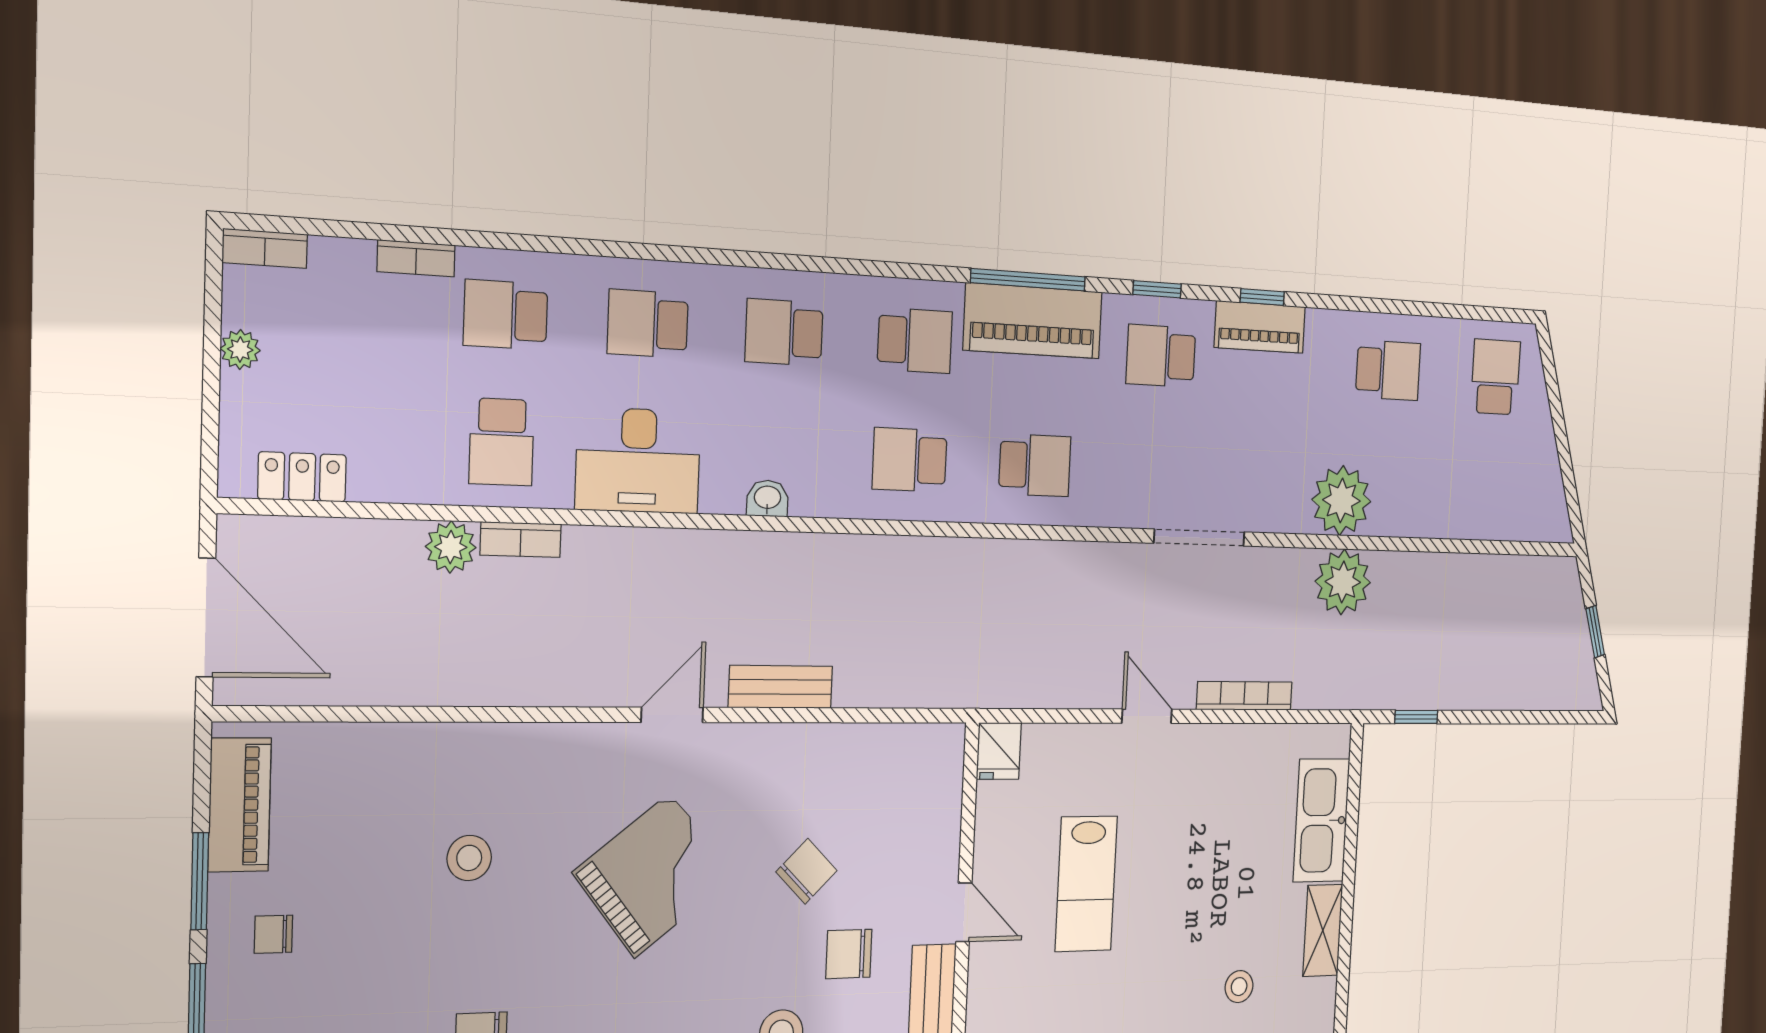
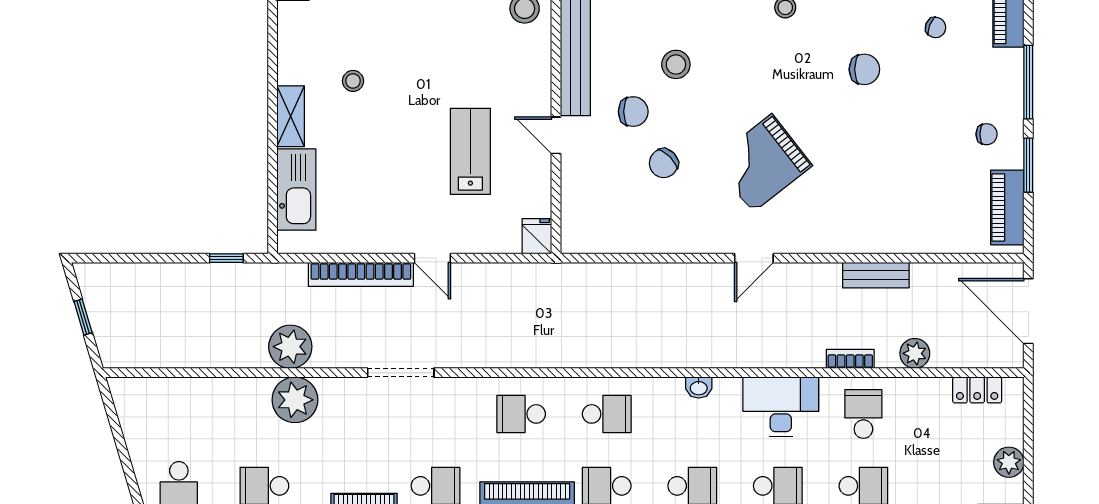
plant: (240, 350) -> (1009, 462), width x1.38, depth x1.38
plant: (451, 547) -> (915, 353), moved
bench: (781, 687) -> (876, 275), moved
bookcase: (1244, 696) -> (361, 274), width x1.48, depth x1.31
stool: (469, 858) -> (875, 175), removed

